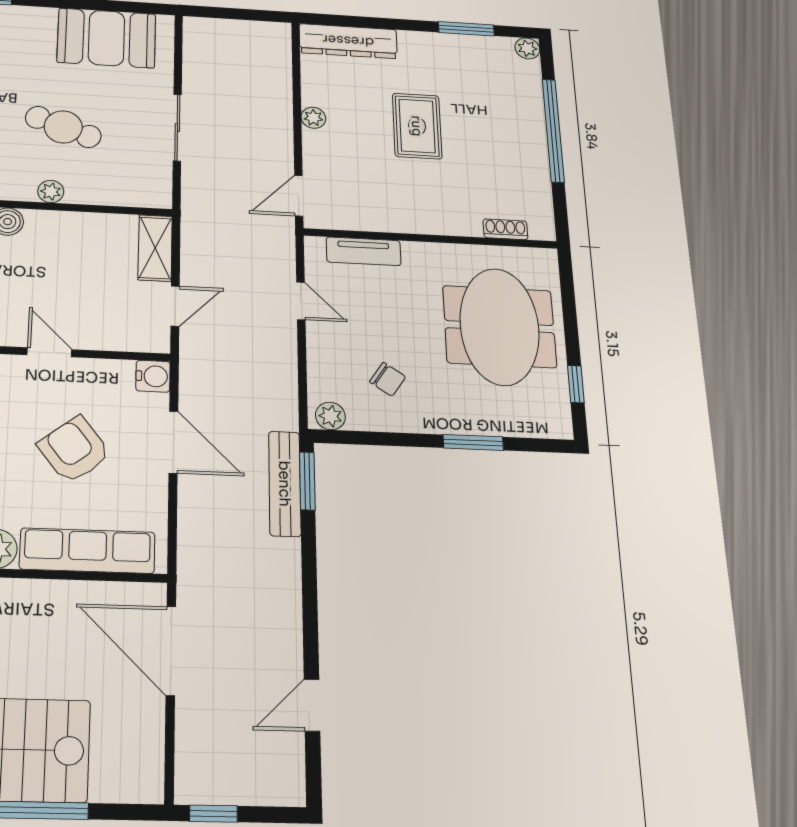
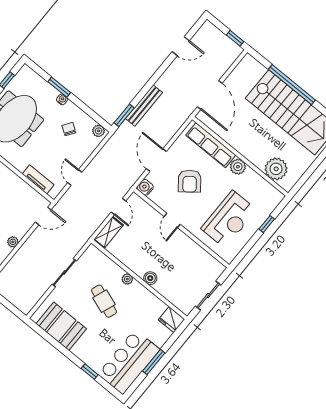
door: (175, 306) -> (118, 207), swing flipped
water cooler: (448, 424) -> (62, 99), added
bench: (285, 484) -> (144, 105), moved

